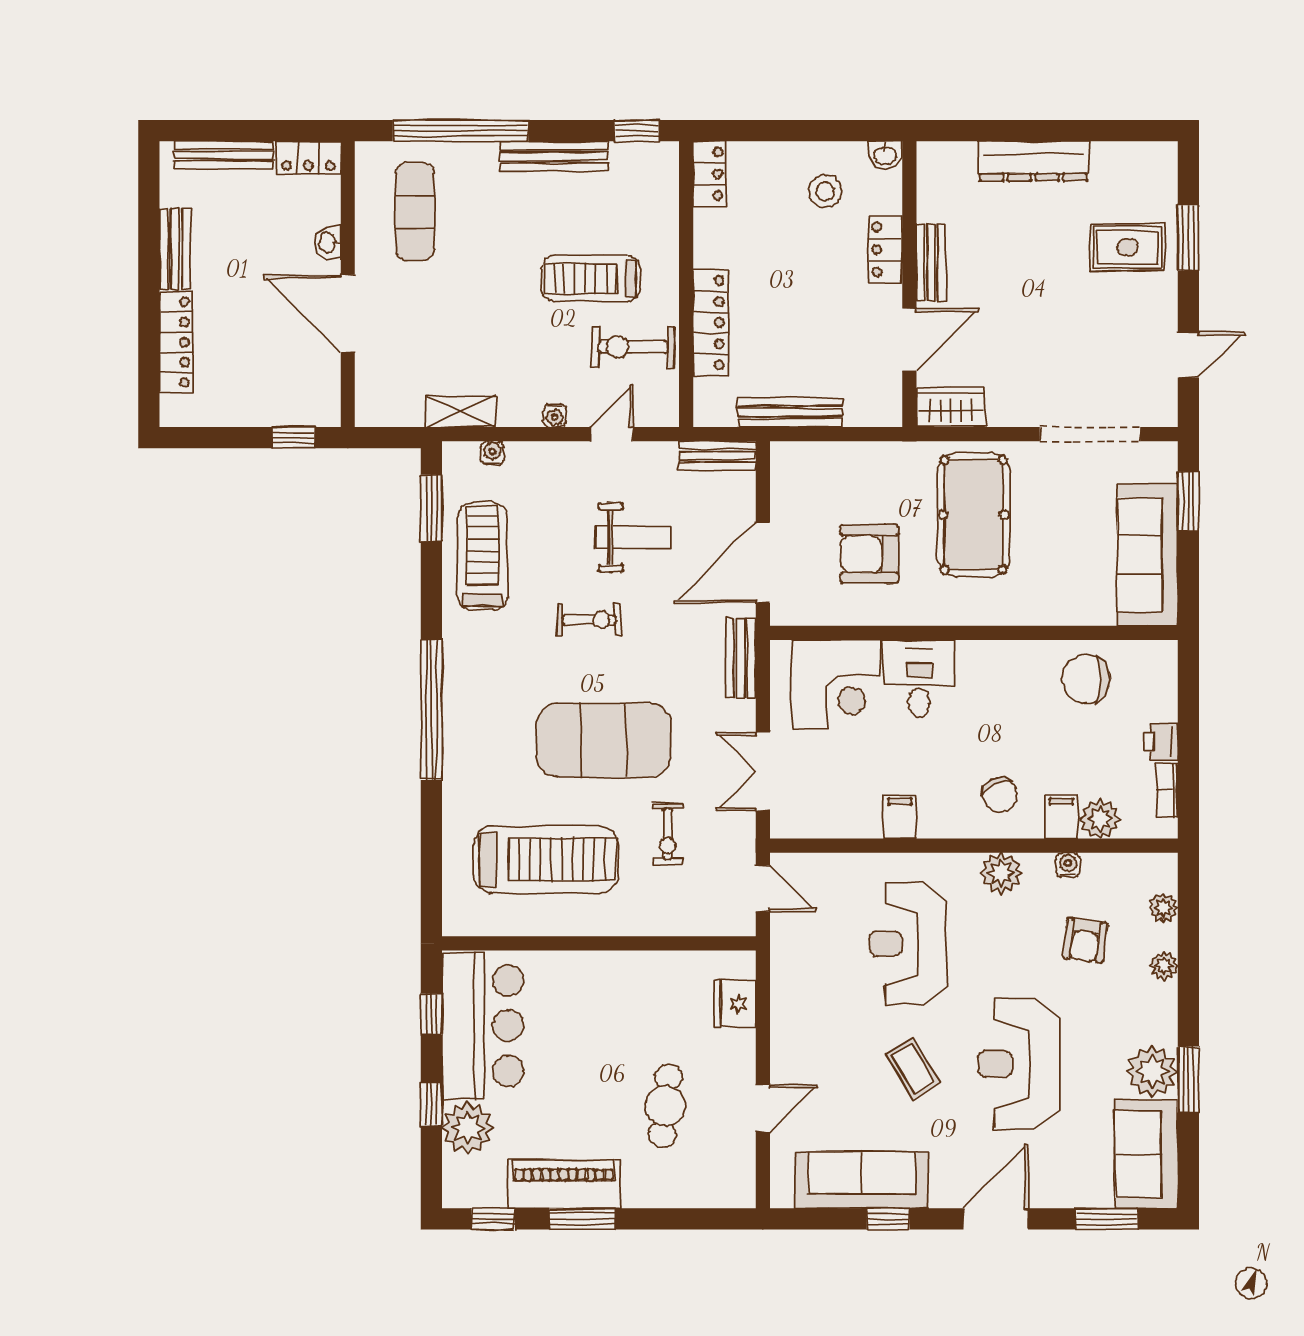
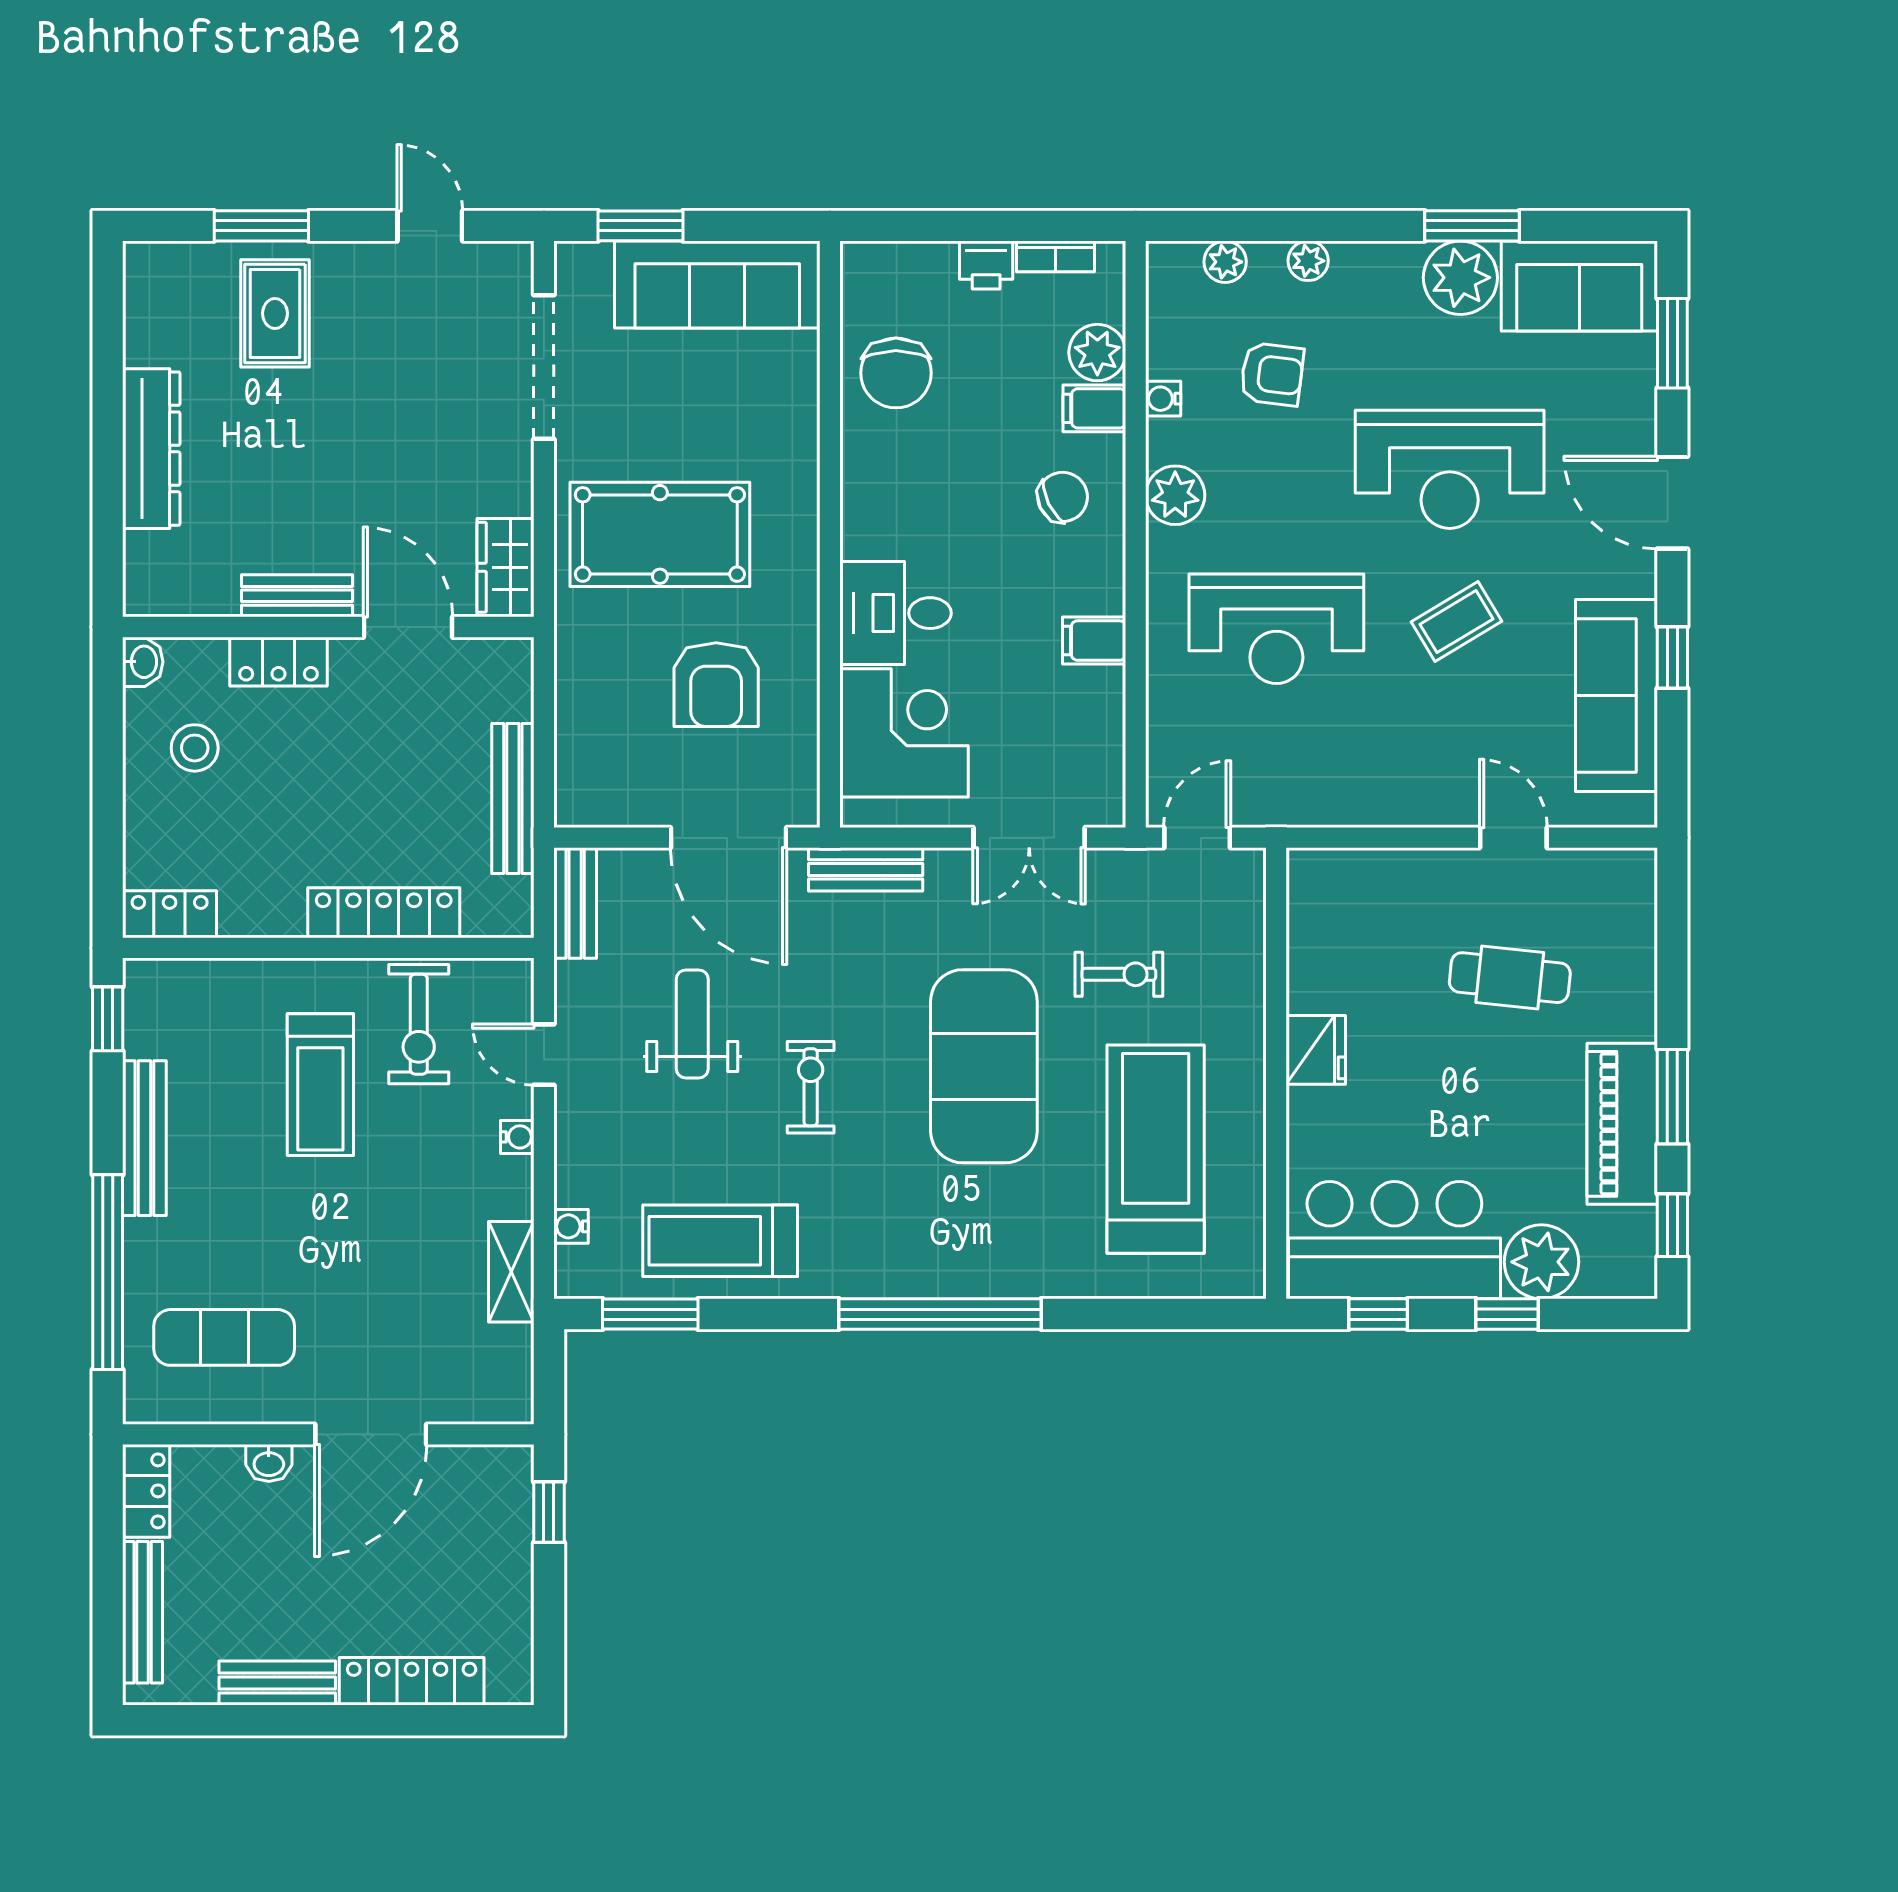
fridge: (735, 1004) -> (1316, 1050), moved, turned -90

